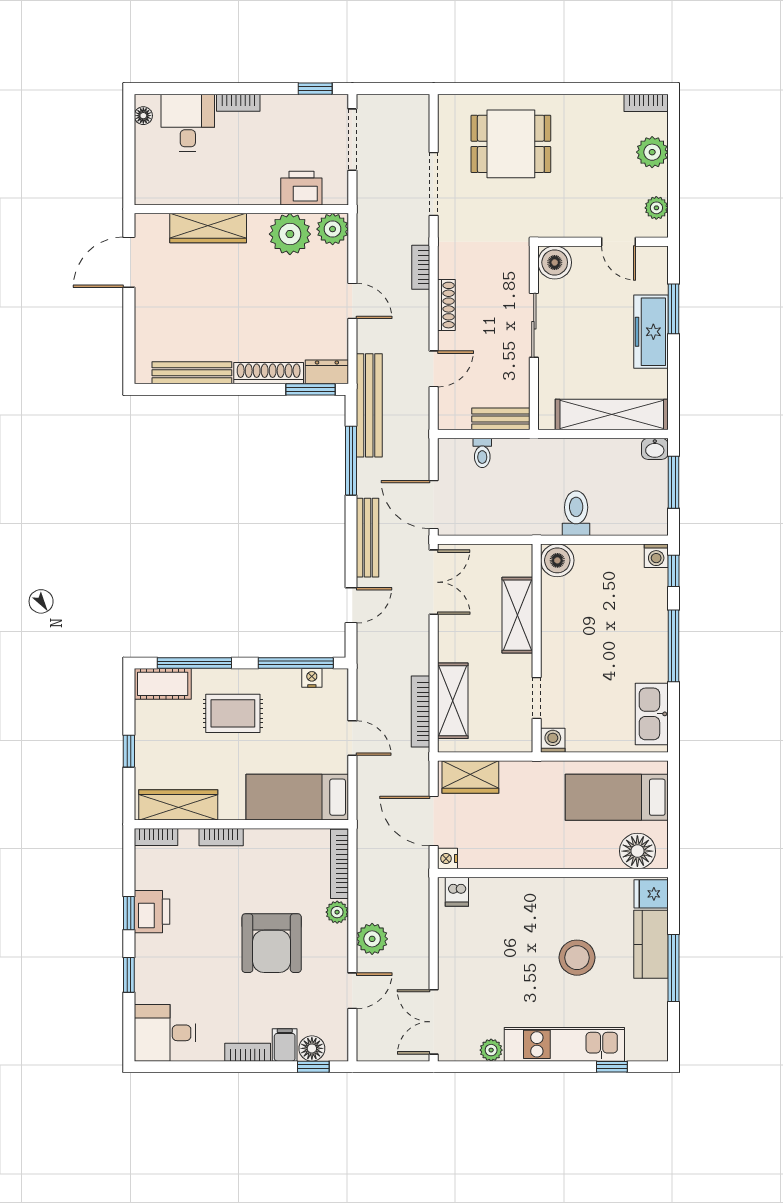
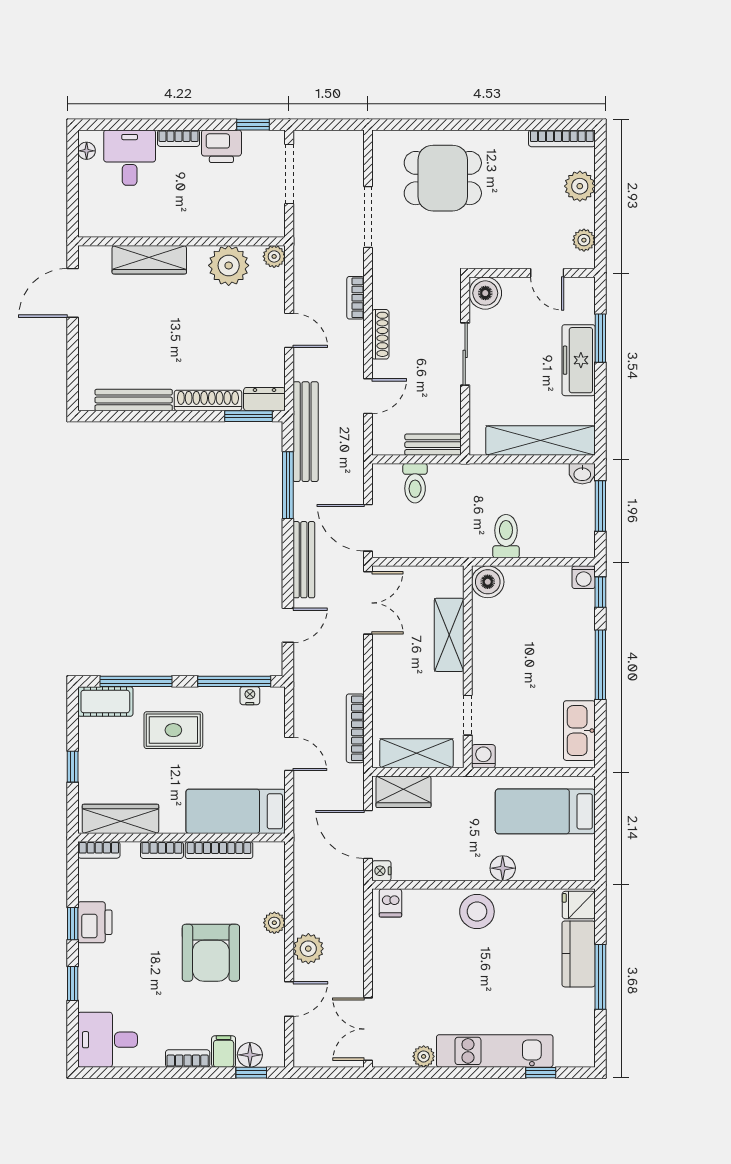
bookcase: (646, 103) -> (562, 138), width x1.56
printer: (301, 188) -> (221, 146), moved, turned 180
plant: (333, 229) -> (274, 256), width x0.73, depth x0.73
toilet: (482, 453) -> (415, 483), width x1.37, depth x1.39
shelving: (453, 701) -> (416, 753), moved, turned 90
floor lamp: (637, 851) -> (503, 868), moved, width x0.73, depth x0.73
bookcase: (339, 864) -> (219, 850), moved, turned -90
stool: (577, 958) -> (477, 912), moved

